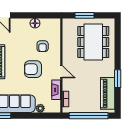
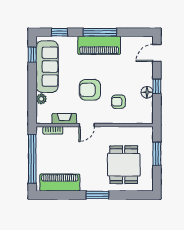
window: (30, 15) -> (157, 86), added
dining table: (93, 42) -> (124, 165), width x0.73
armchair: (33, 69) -> (90, 90), turned -90
window: (118, 79) -> (97, 195), moved

